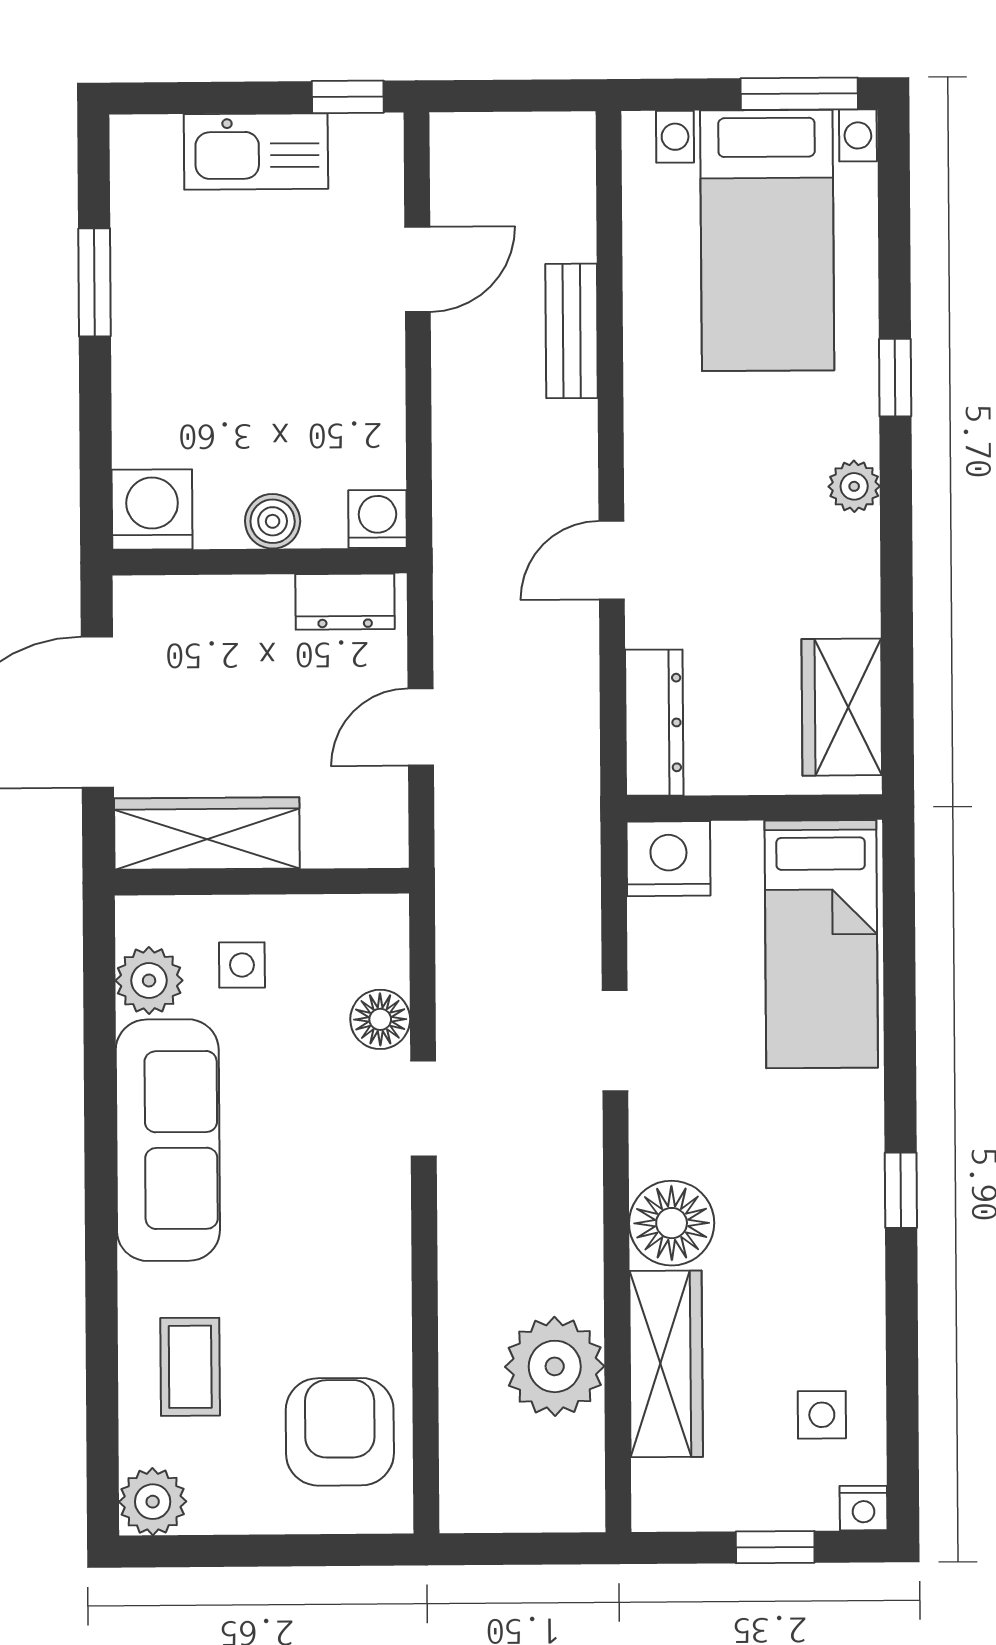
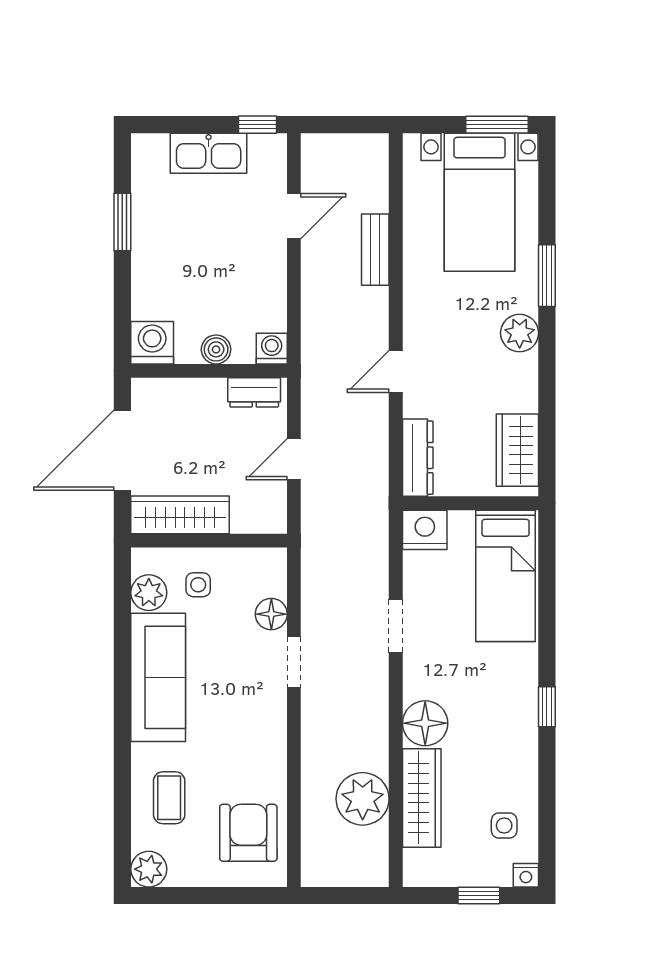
window: (895, 378) -> (547, 276), width x1.50
plant: (854, 486) -> (520, 333), width x1.38, depth x1.38

